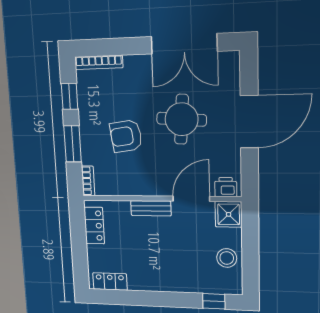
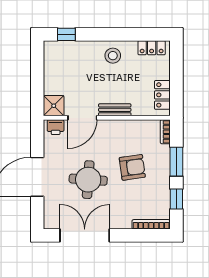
stool: (227, 258) -> (113, 56), moved

